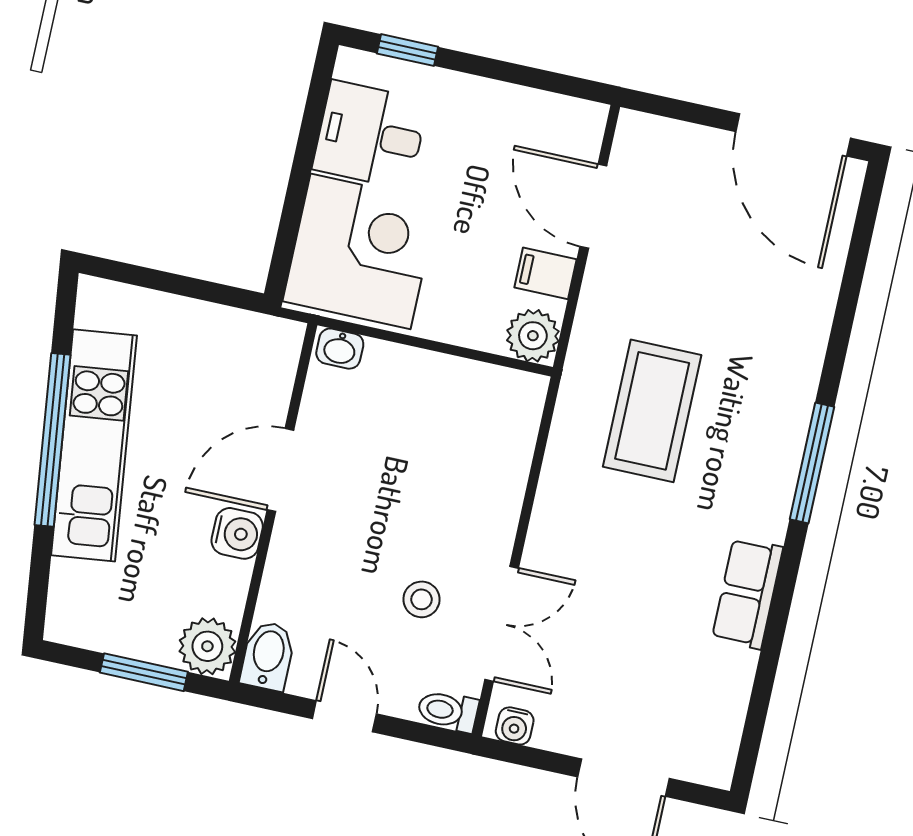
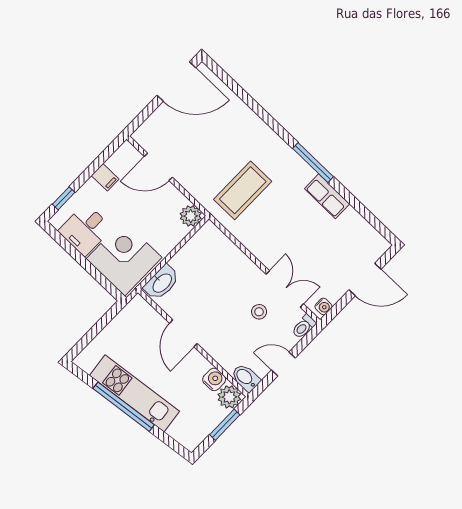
filing cabinet: (546, 273) -> (105, 177), moved, turned -90
washbasin: (340, 349) -> (162, 283), width x1.91, depth x1.45
coffee table: (652, 411) -> (243, 190), turned 90
window: (812, 463) -> (313, 163), moved
water cooler: (237, 533) -> (214, 379), moved

